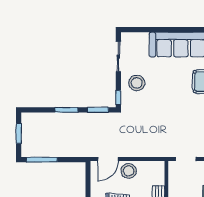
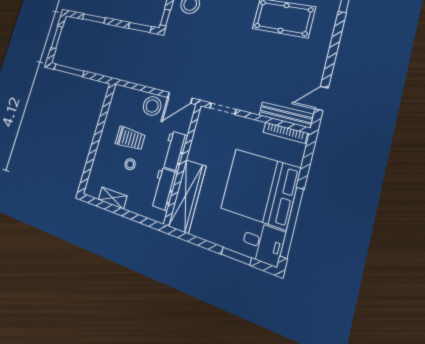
window: (66, 110) -> (94, 18), moved
door: (108, 159) -> (180, 98), moved

